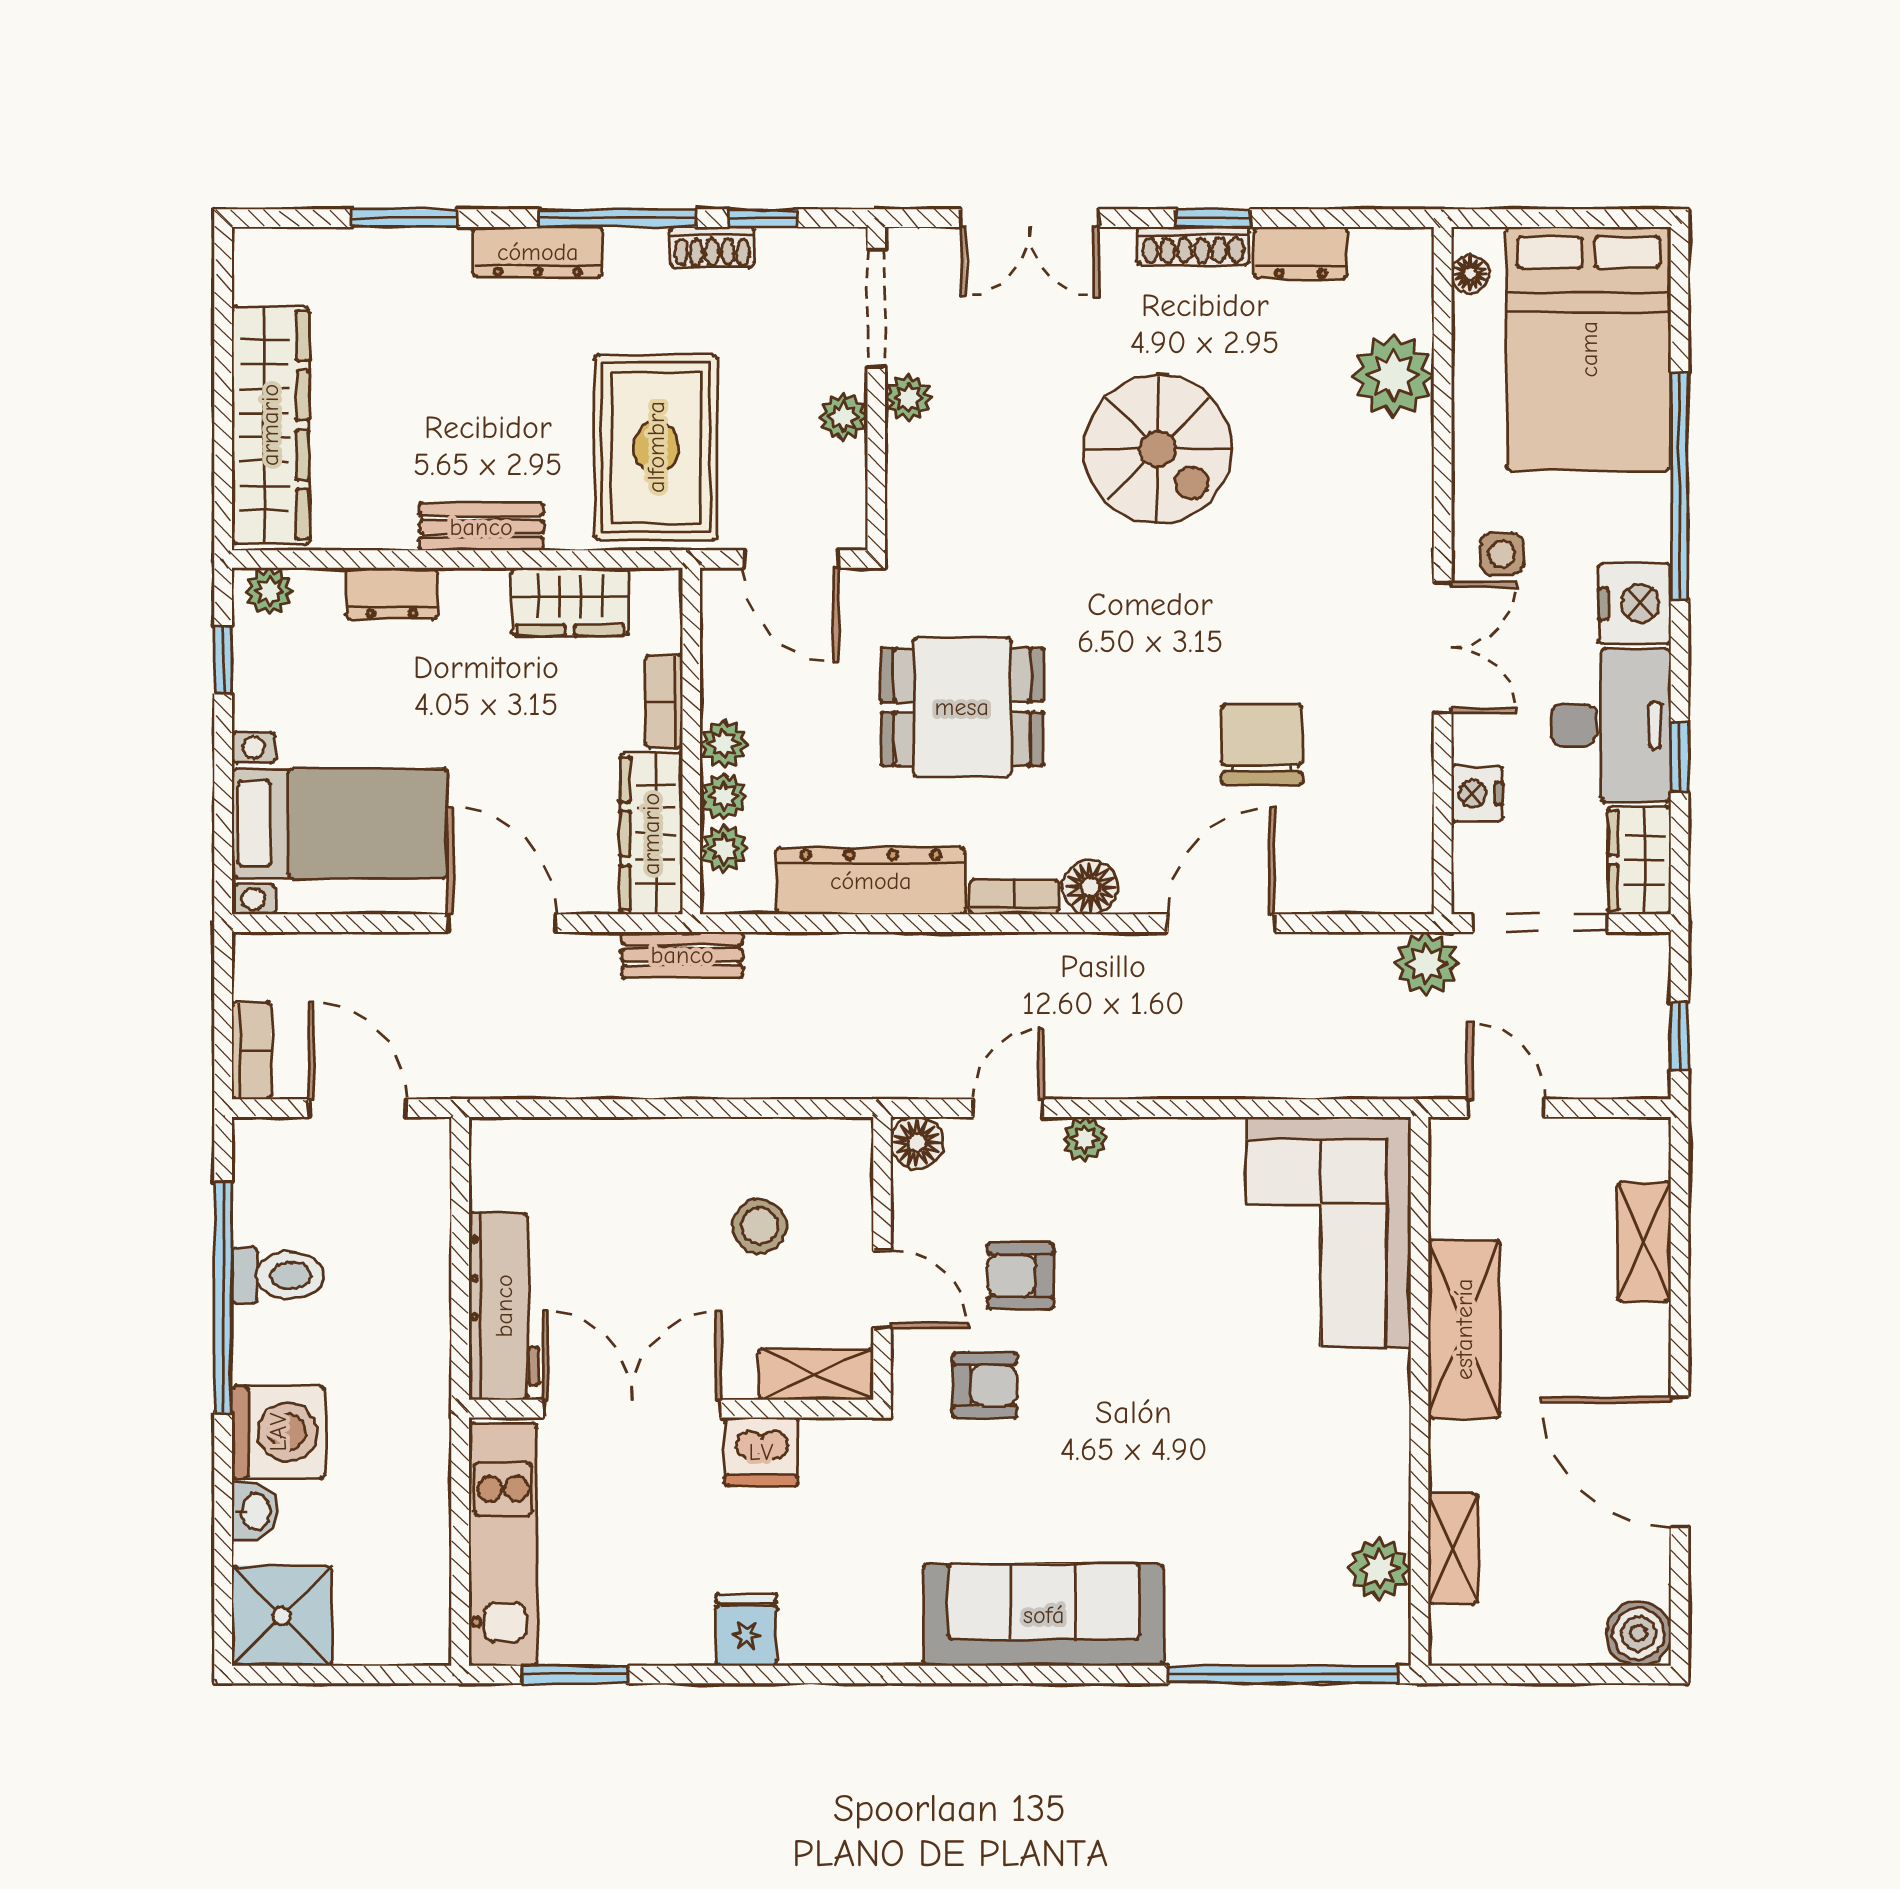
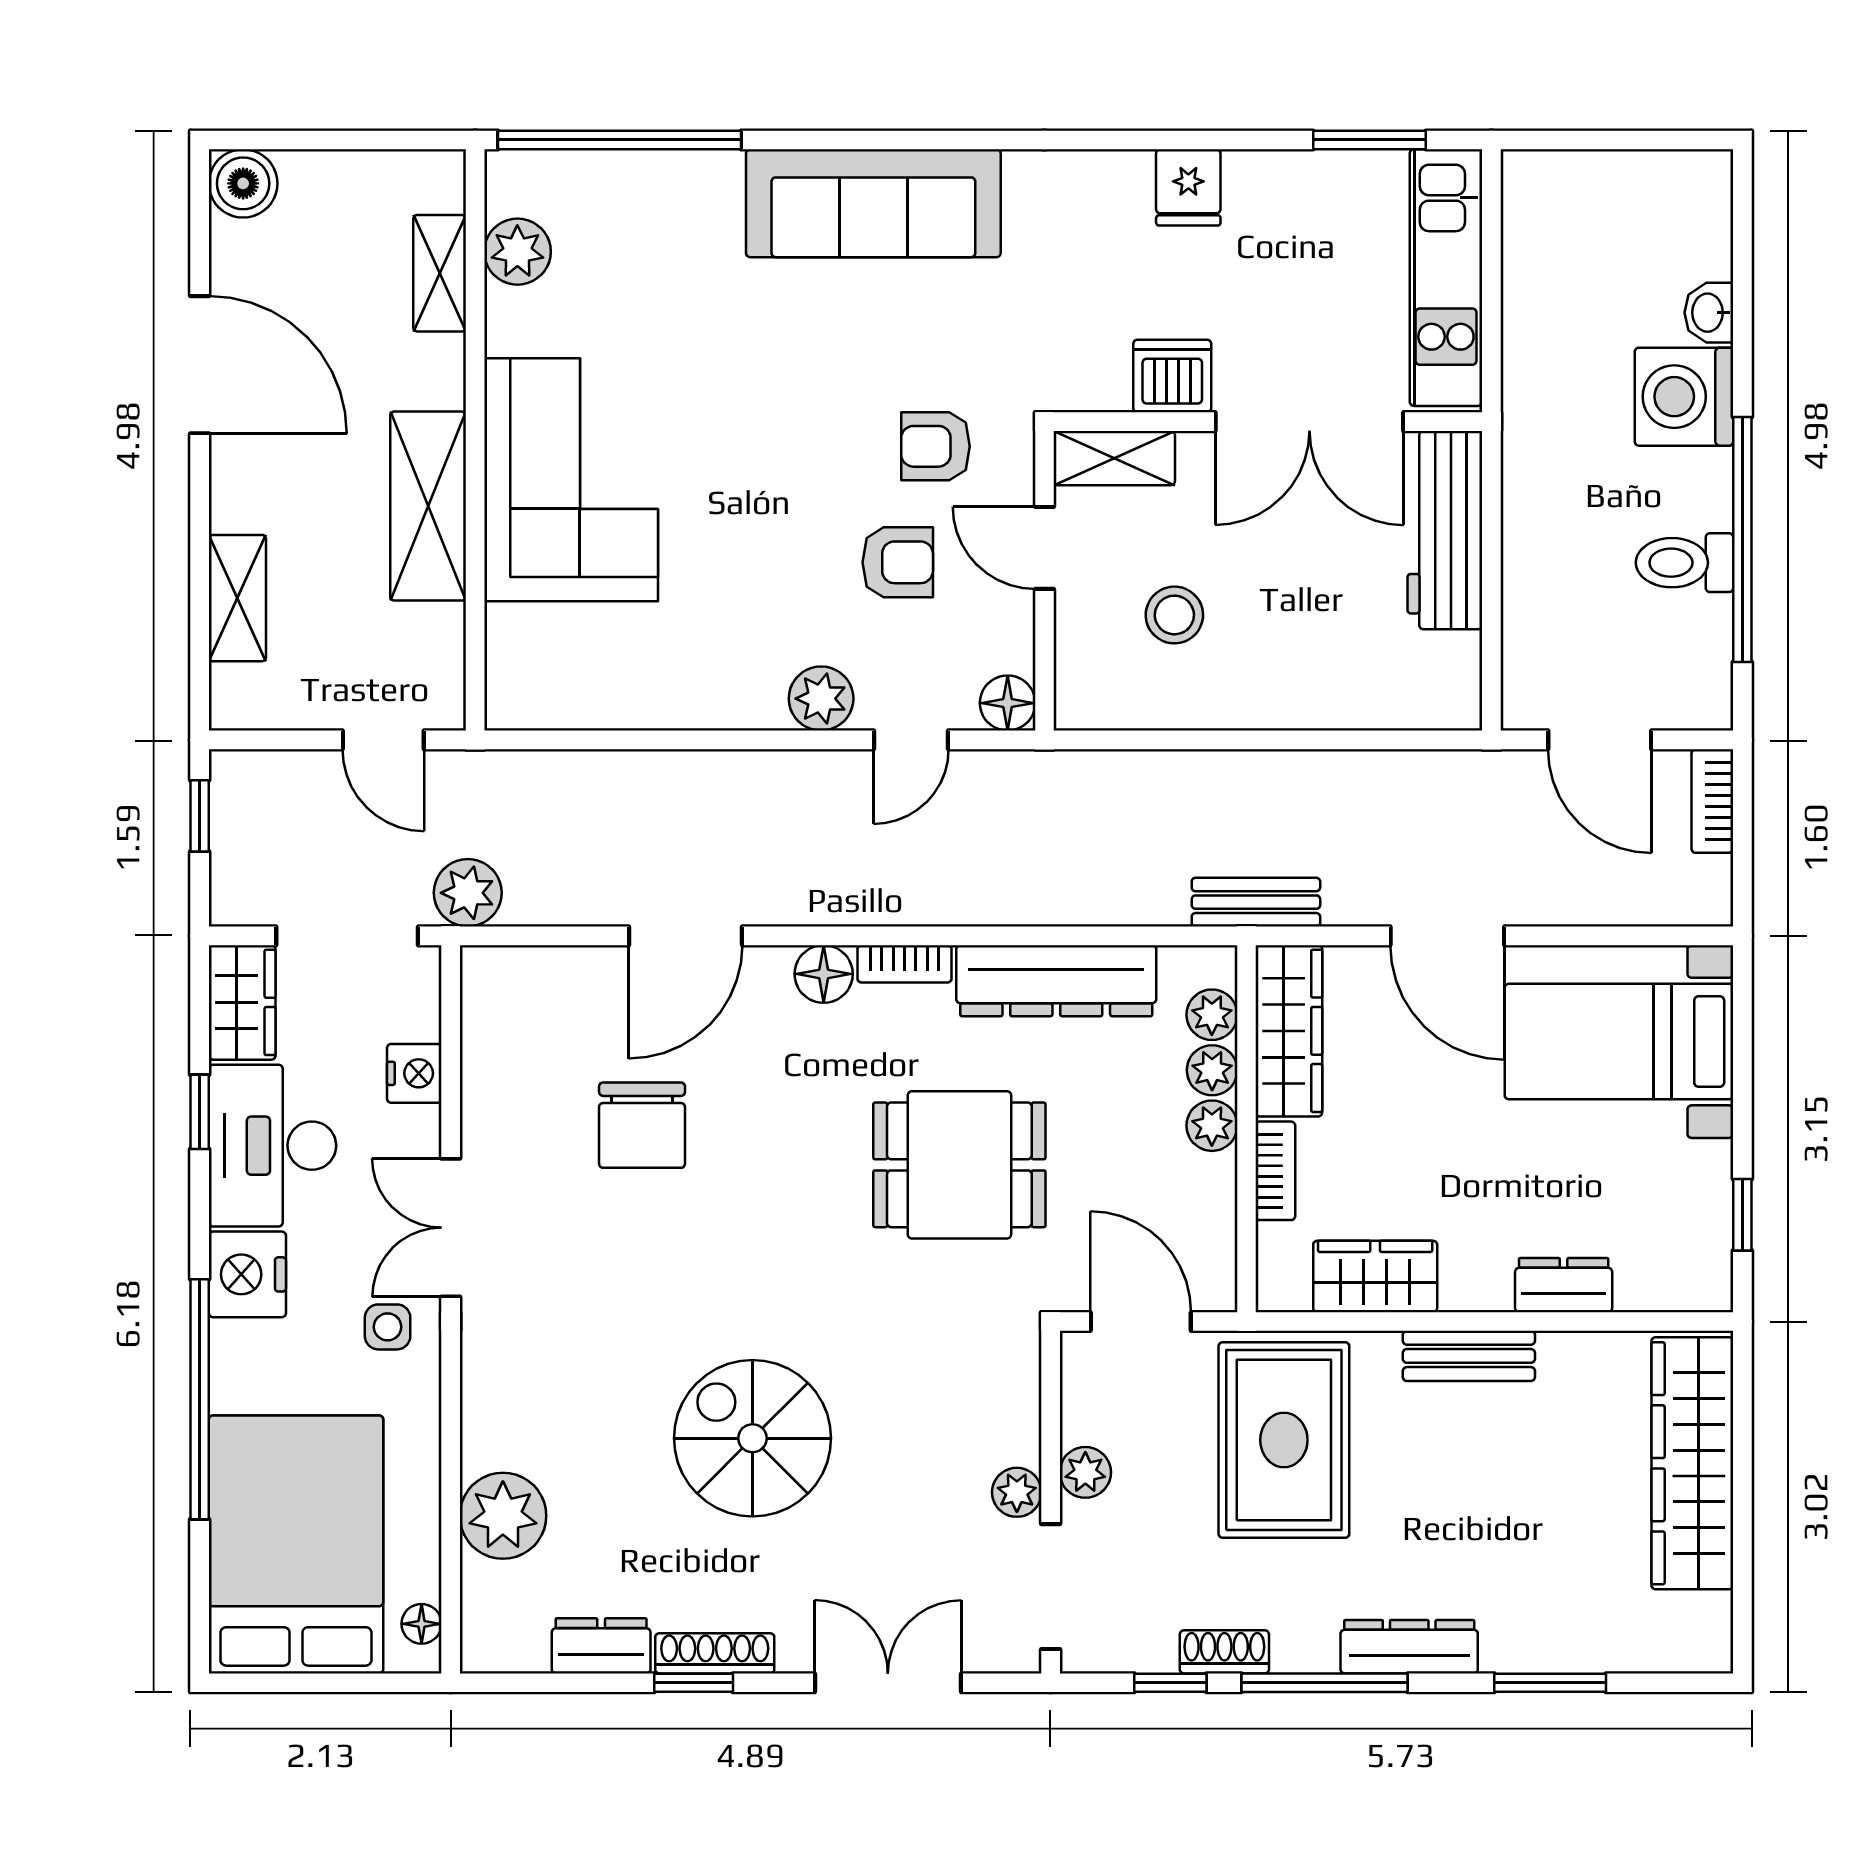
plant: (269, 591) -> (1694, 1287), removed
plant: (1085, 1139) -> (821, 699), width x1.38, depth x1.38
corner sofa: (1329, 1232) -> (571, 480), moved
shower: (282, 1616) -> (1680, 202), removed

